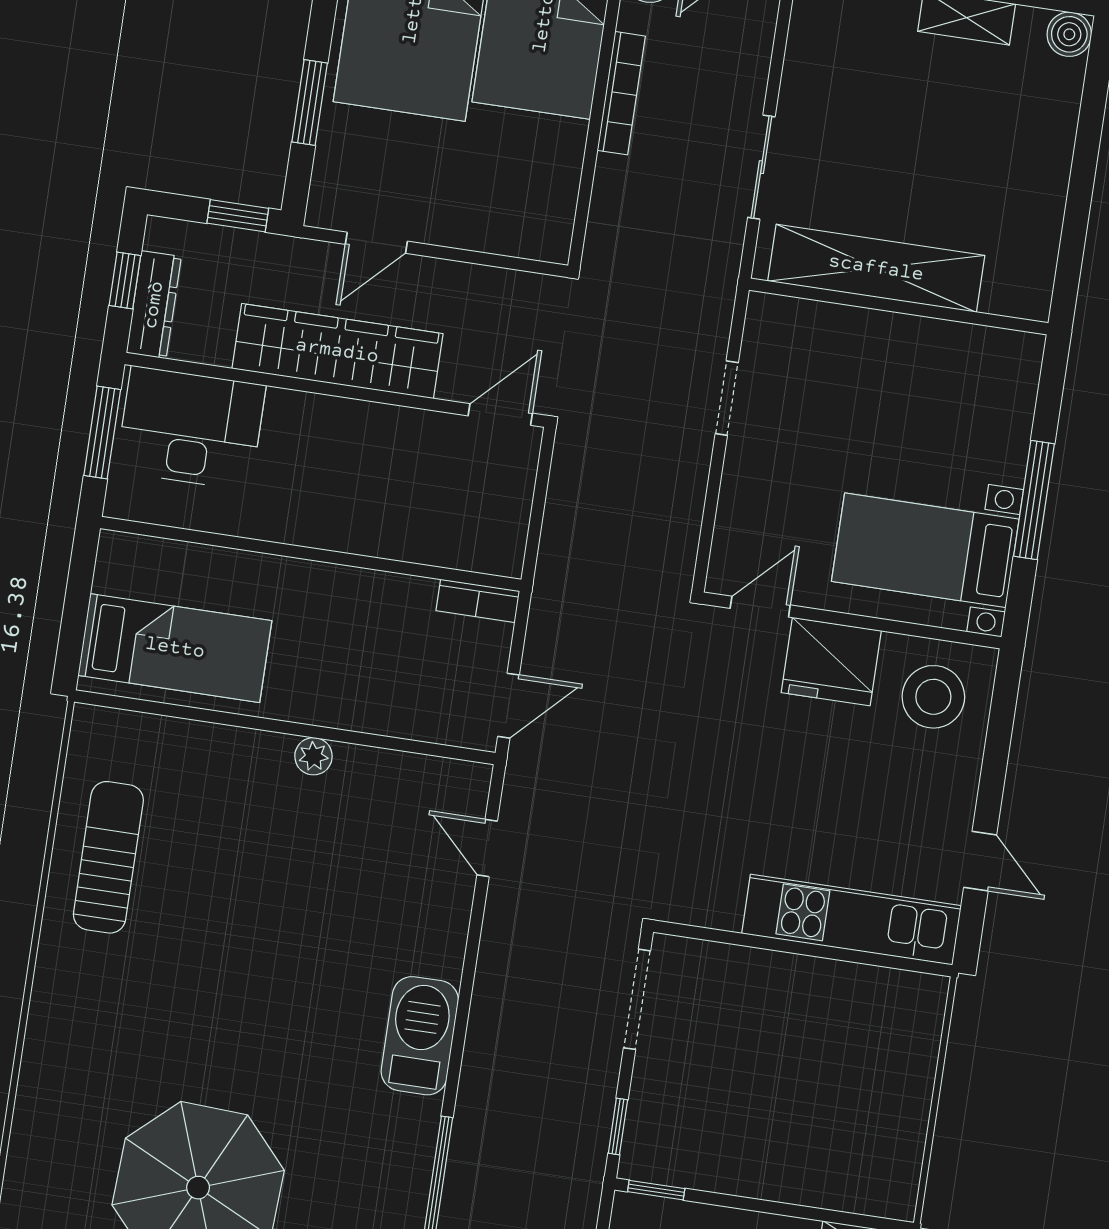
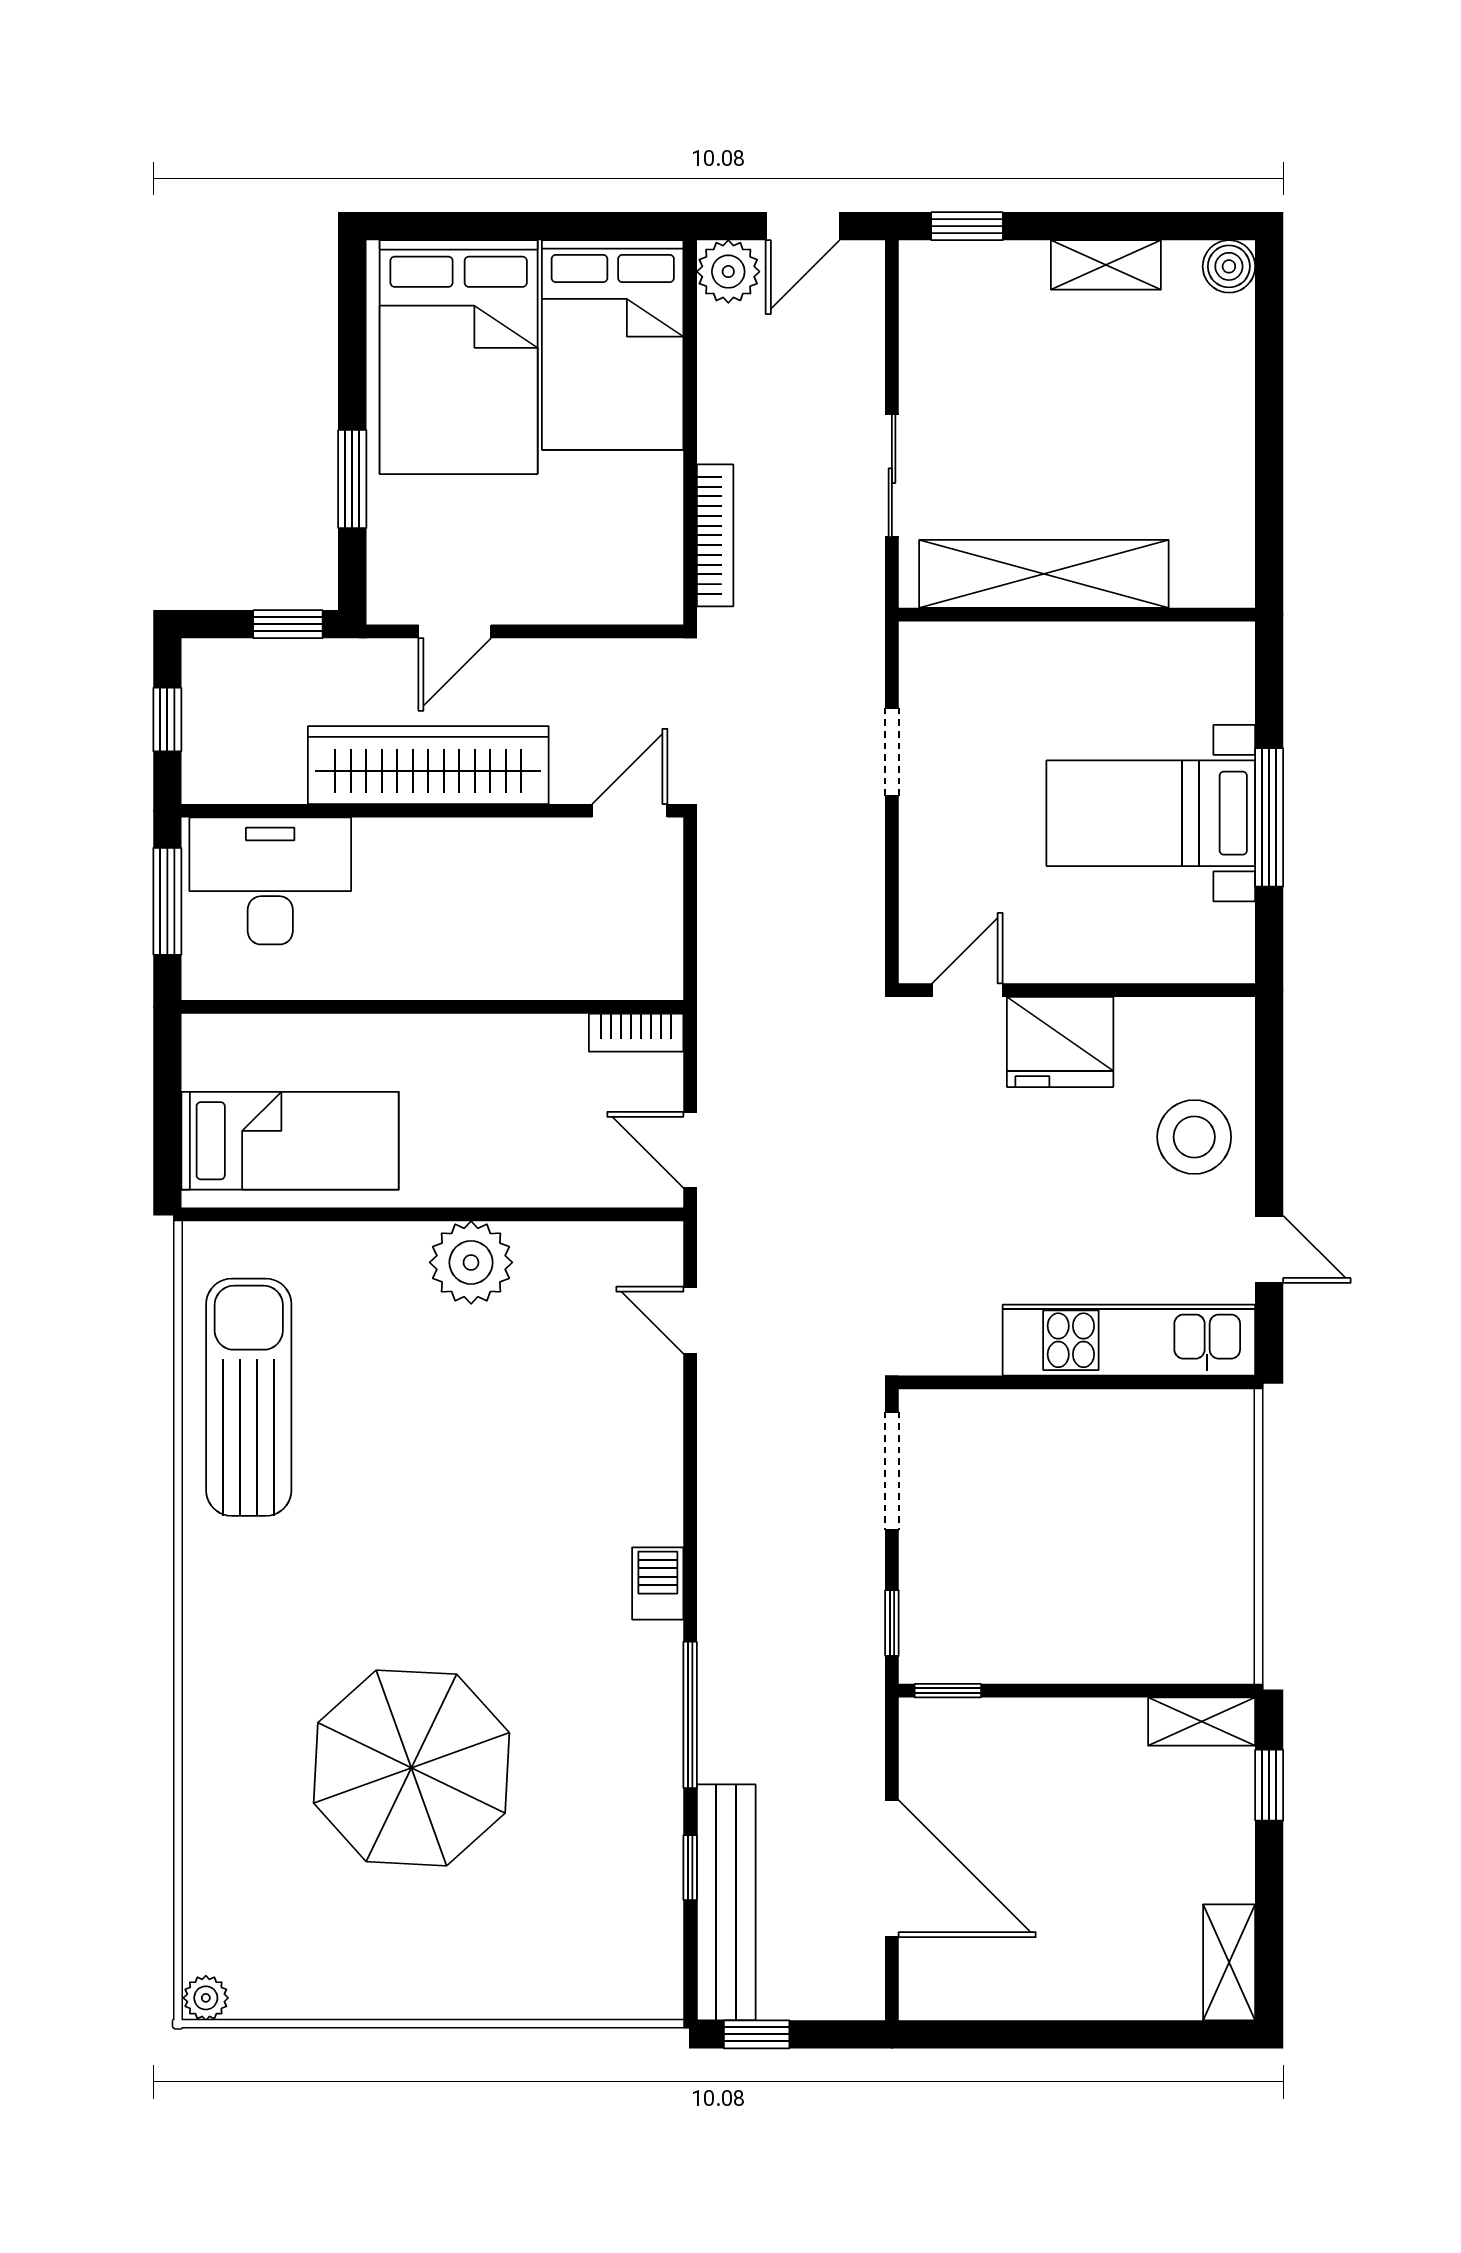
bookcase: (621, 93) -> (715, 535), moved
dresser: (154, 305) -> (205, 743), removed
bed with nightstands: (925, 550) -> (1151, 813), moved
stool: (933, 697) -> (1194, 1137), moved
door: (508, 706) -> (690, 1150), swing flipped
plant: (313, 756) -> (471, 1262), width x1.87, depth x1.87
sun lounger: (108, 857) -> (249, 1397), width x1.36, depth x1.34
barbecue: (420, 1036) -> (658, 1583), width x0.53, depth x0.65

